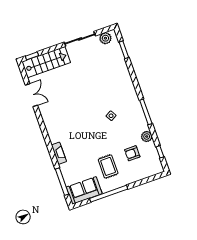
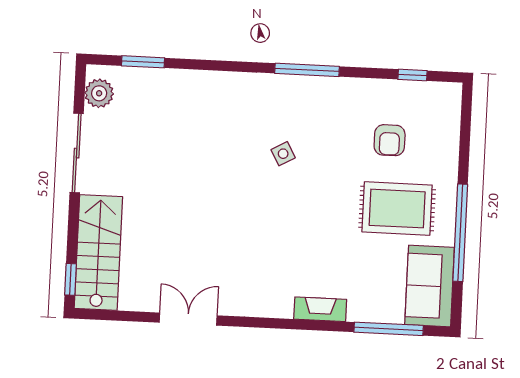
double door: (31, 95) -> (188, 319), moved
plant: (147, 136) -> (365, 91), removed
rug: (108, 166) -> (397, 209), width x1.36, depth x1.43

